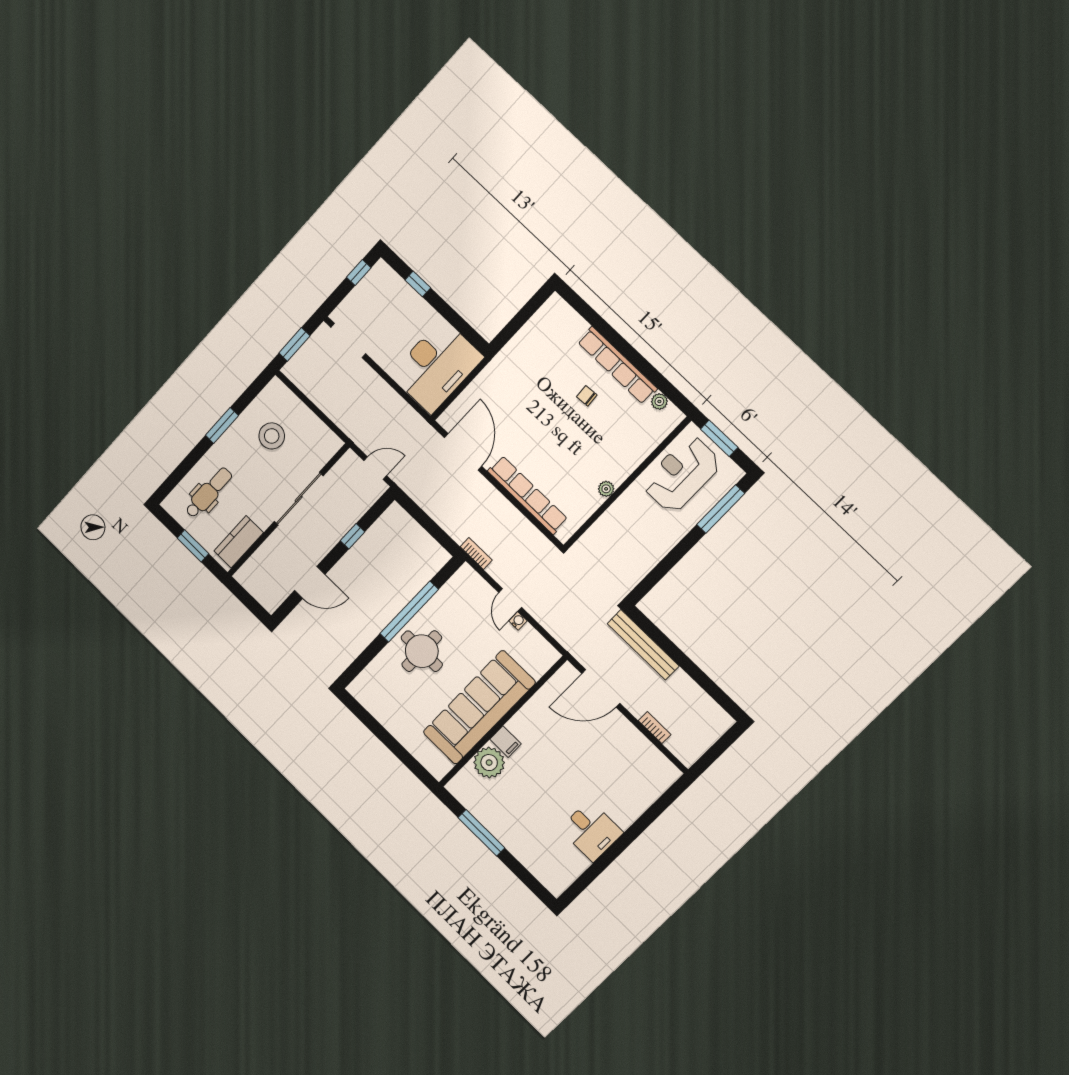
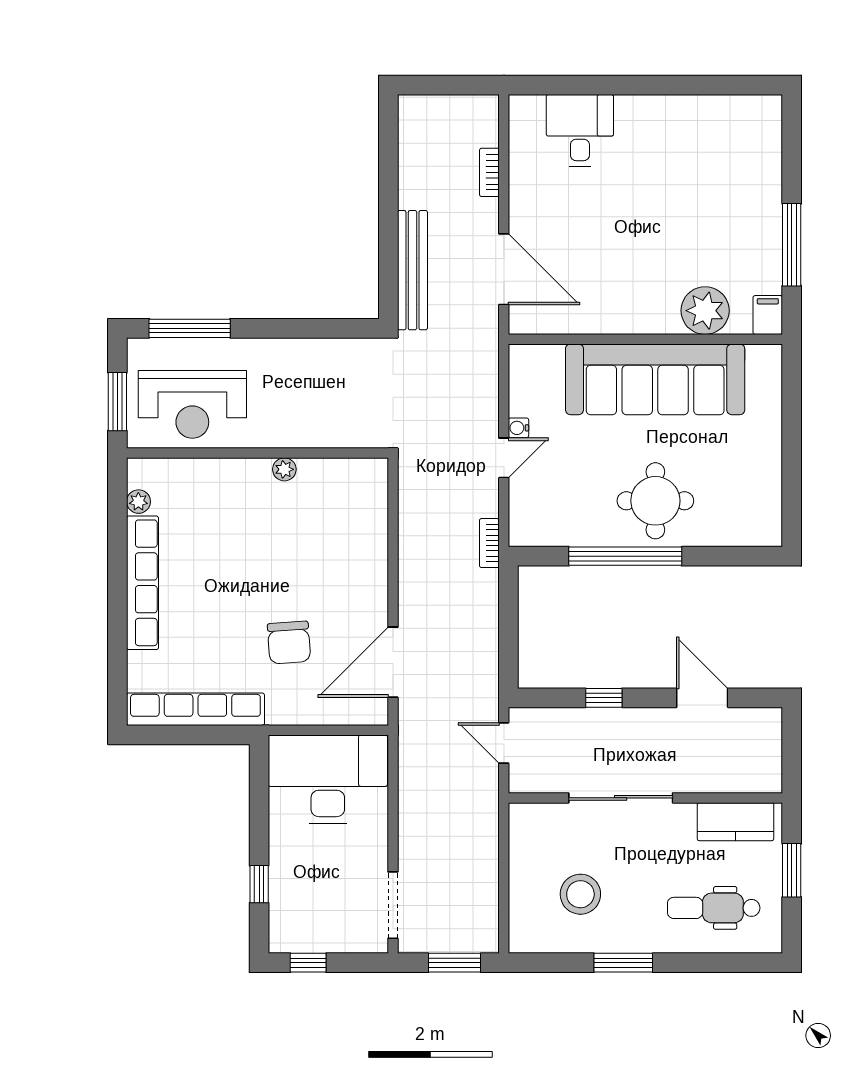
chair: (587, 396) -> (289, 643), moved, width x1.87, depth x1.87
row of seats: (528, 495) -> (195, 709), moved, turned 90
filing cabinet: (506, 742) -> (768, 315), moved
desk: (591, 831) -> (580, 130), moved

